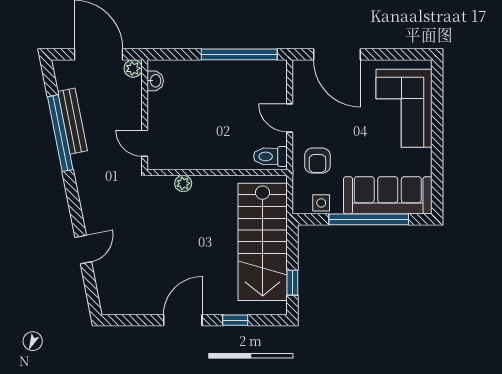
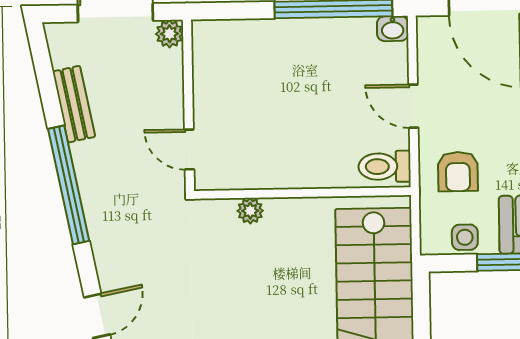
washbasin: (155, 81) -> (393, 29), moved, turned 90
bench: (72, 121) -> (74, 104), width x0.73
window: (60, 133) -> (69, 185), moved

